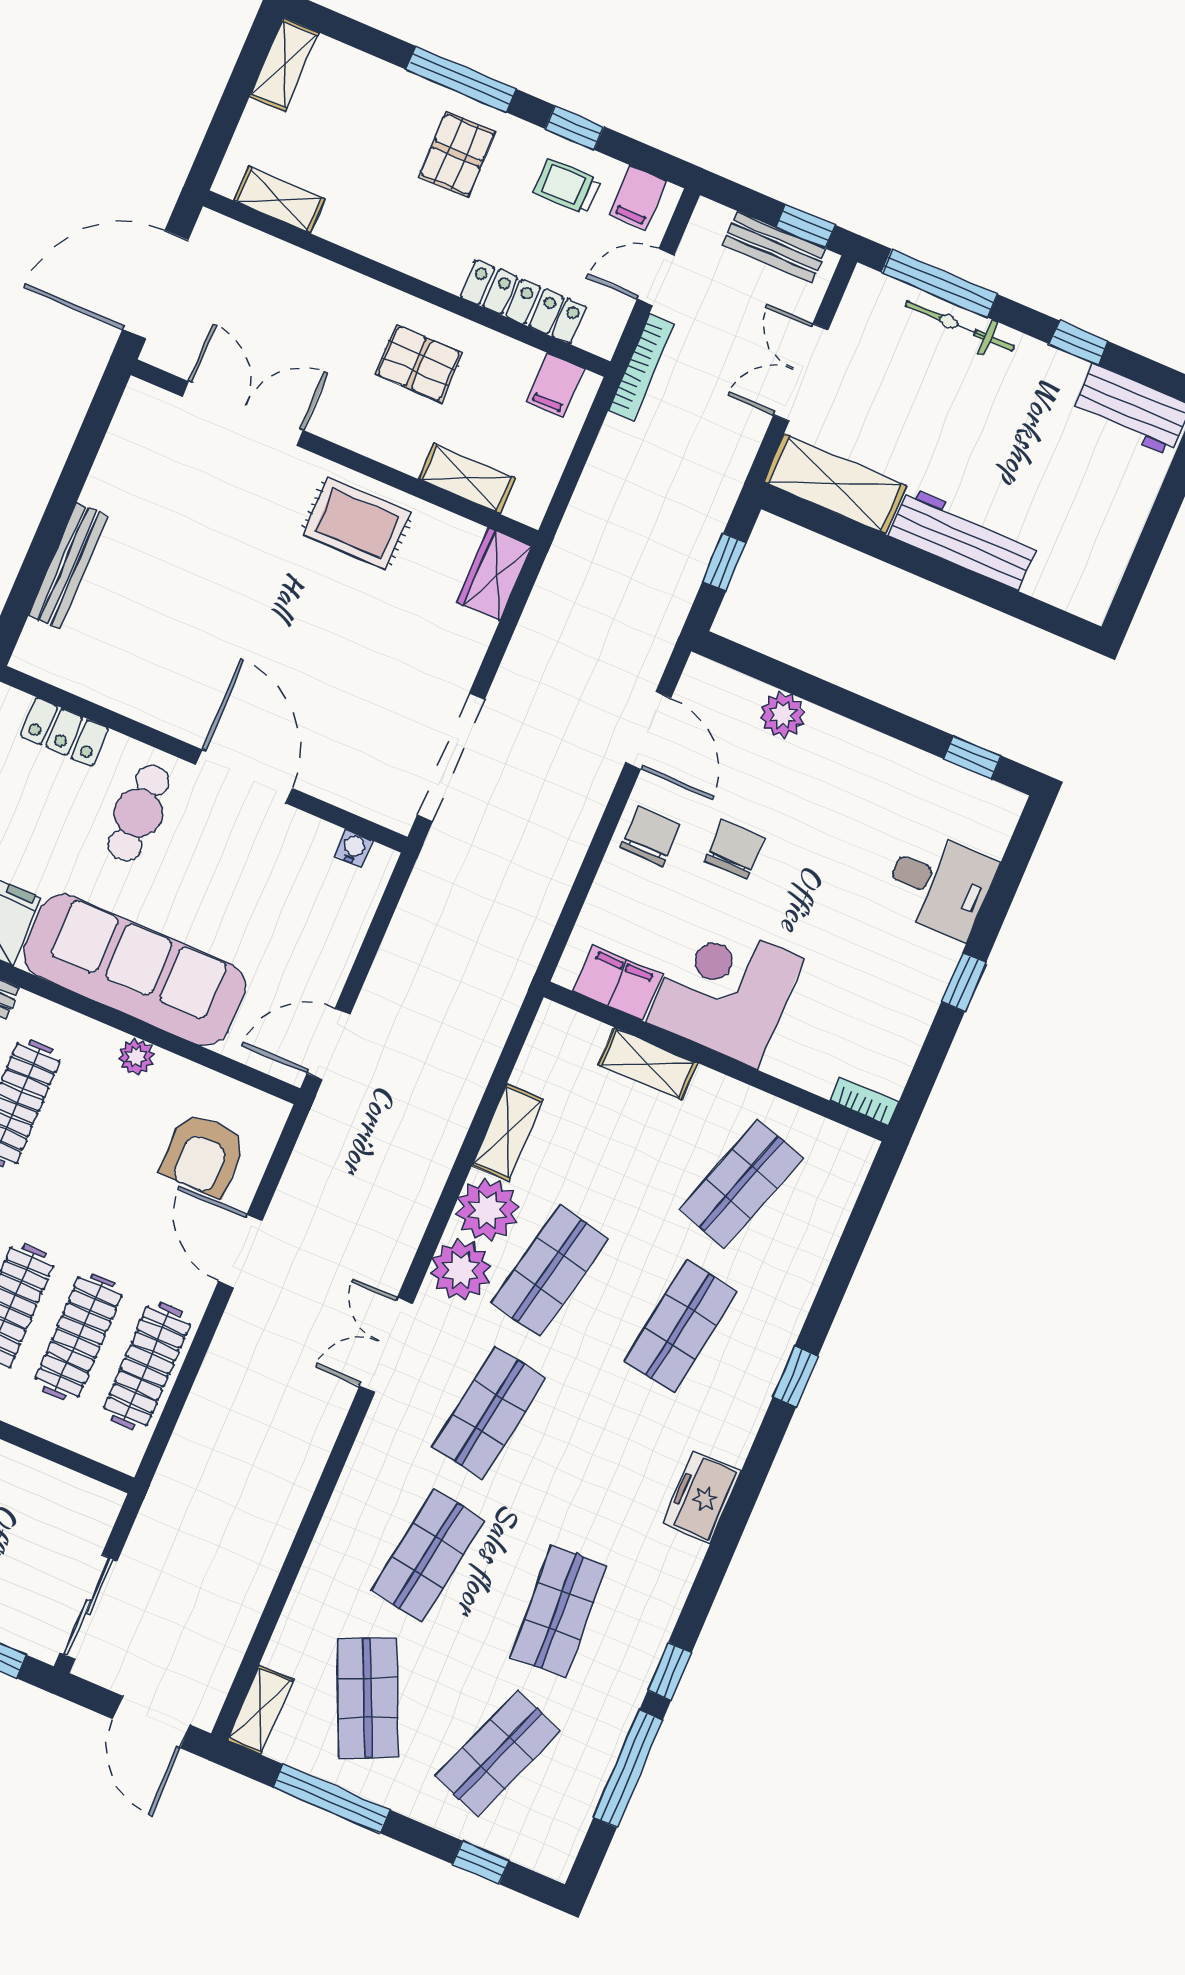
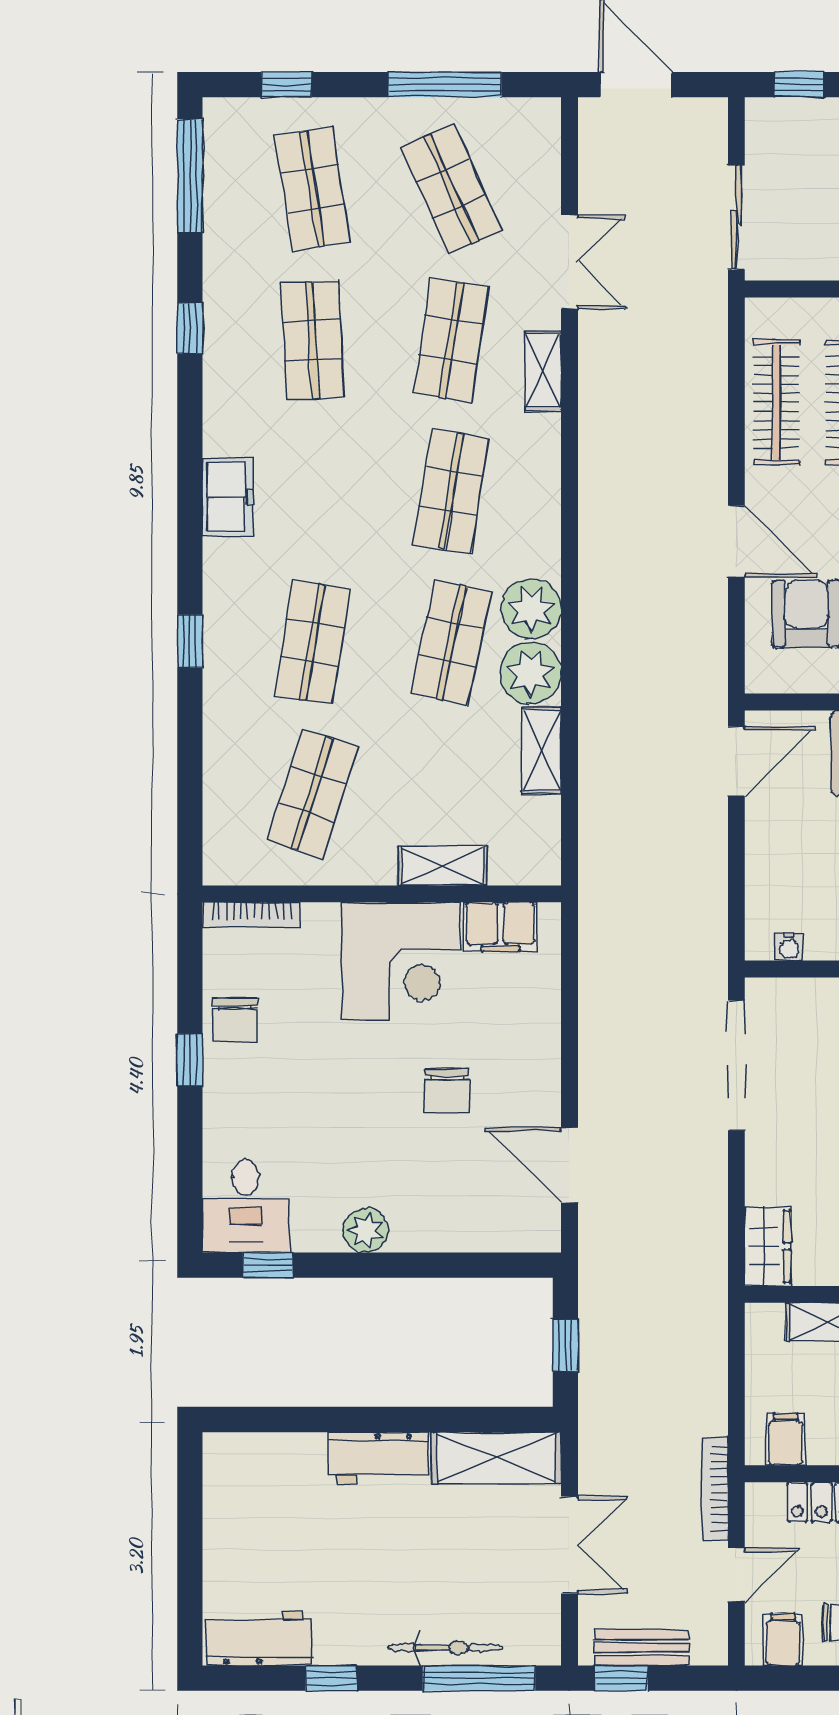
workbench: (964, 539) -> (378, 1458), width x0.73
plant: (782, 715) -> (365, 1230), moved
chair: (650, 836) -> (235, 1020), moved
desk: (939, 884) -> (246, 1206), moved, turned -90
bookcase: (864, 1101) -> (251, 915), width x1.56
double door: (386, 1345) -> (569, 262), moved
sliding door: (88, 1607) -> (736, 217), moved
shelving: (260, 1710) -> (543, 371), moved
shop shelf: (498, 1754) -> (312, 189), turned -30
window: (628, 1769) -> (190, 176), moved

